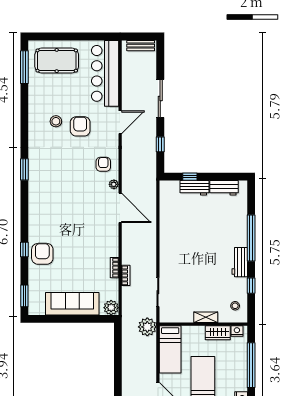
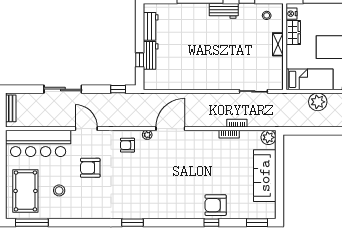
stool: (56, 121) -> (59, 190), moved
window: (160, 144) -> (118, 89), moved
plant: (147, 327) -> (318, 102), moved

